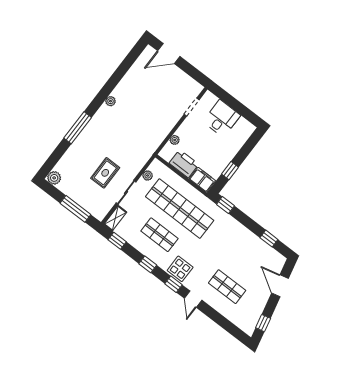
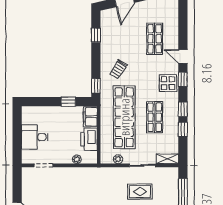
trolley: (225, 235) -> (118, 69), added
window: (117, 241) -> (183, 129), moved
door: (193, 299) -> (183, 57), swing flipped

